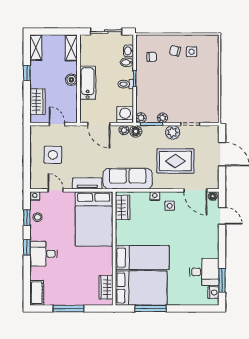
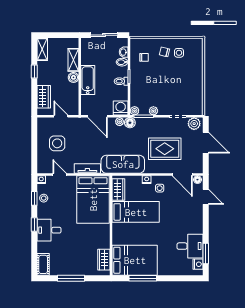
shelving: (71, 48) -> (73, 60), moved
plant: (173, 132) -> (194, 124), moved
bed: (142, 258) -> (136, 212), moved

